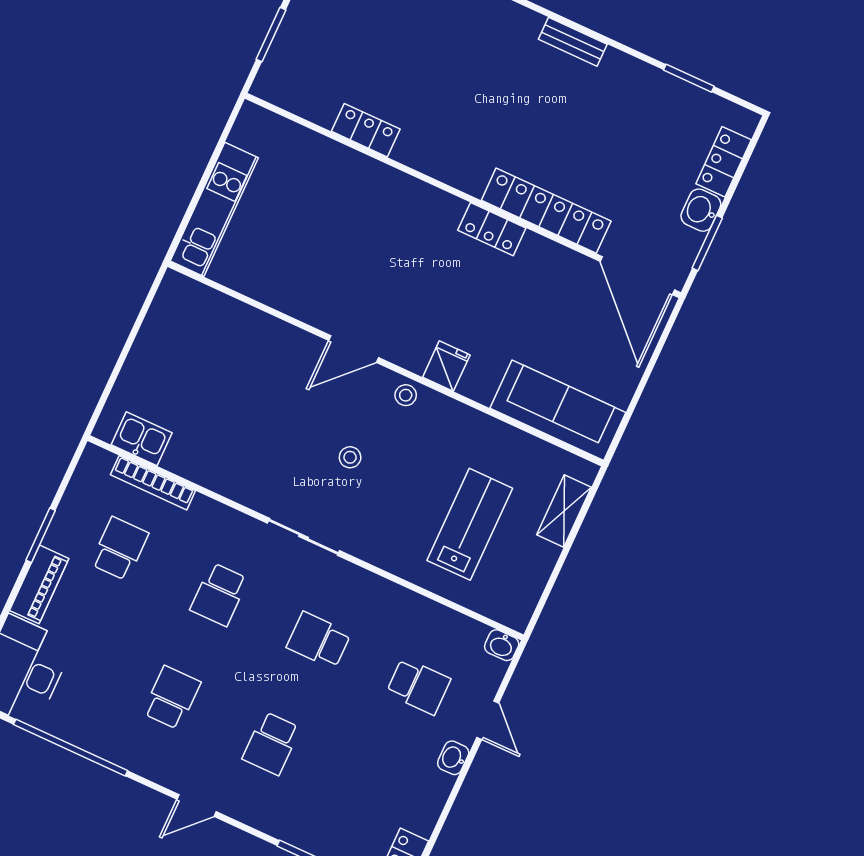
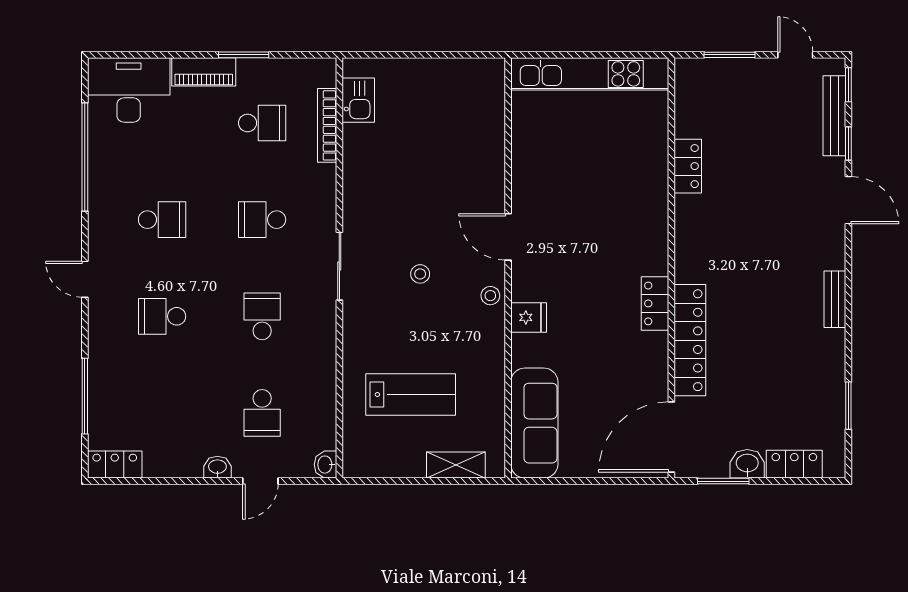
kitchen unit: (214, 209) -> (590, 74), width x1.36

